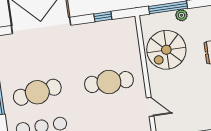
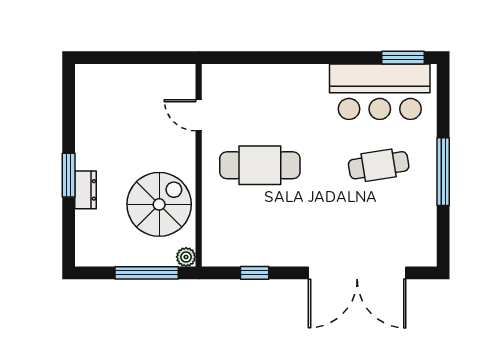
plant: (181, 15) -> (186, 257), moved
cafe table: (37, 92) -> (379, 165), width x0.73, depth x0.74

